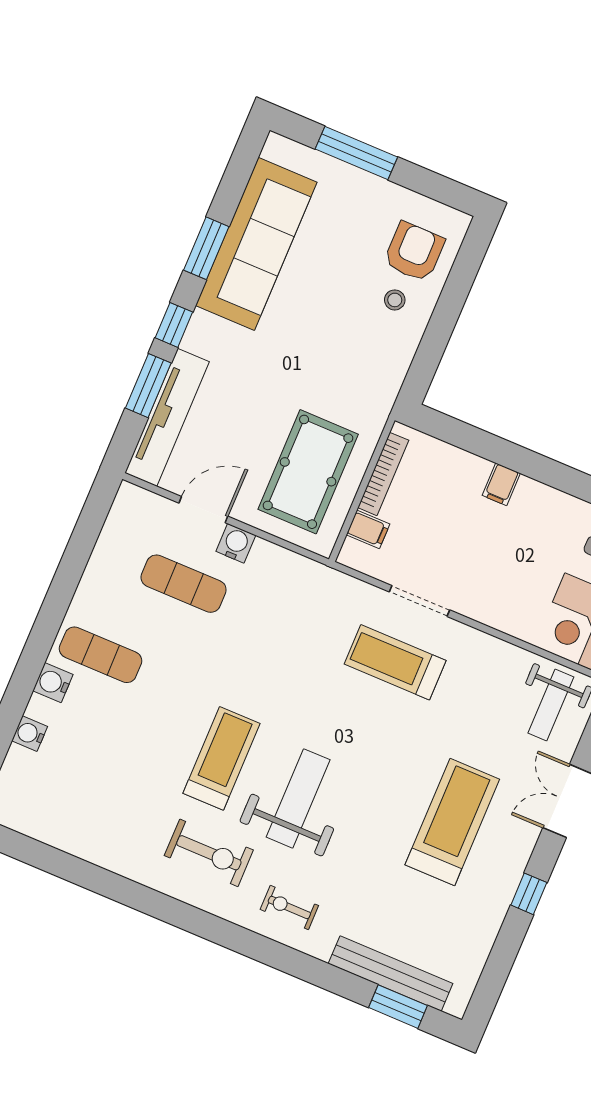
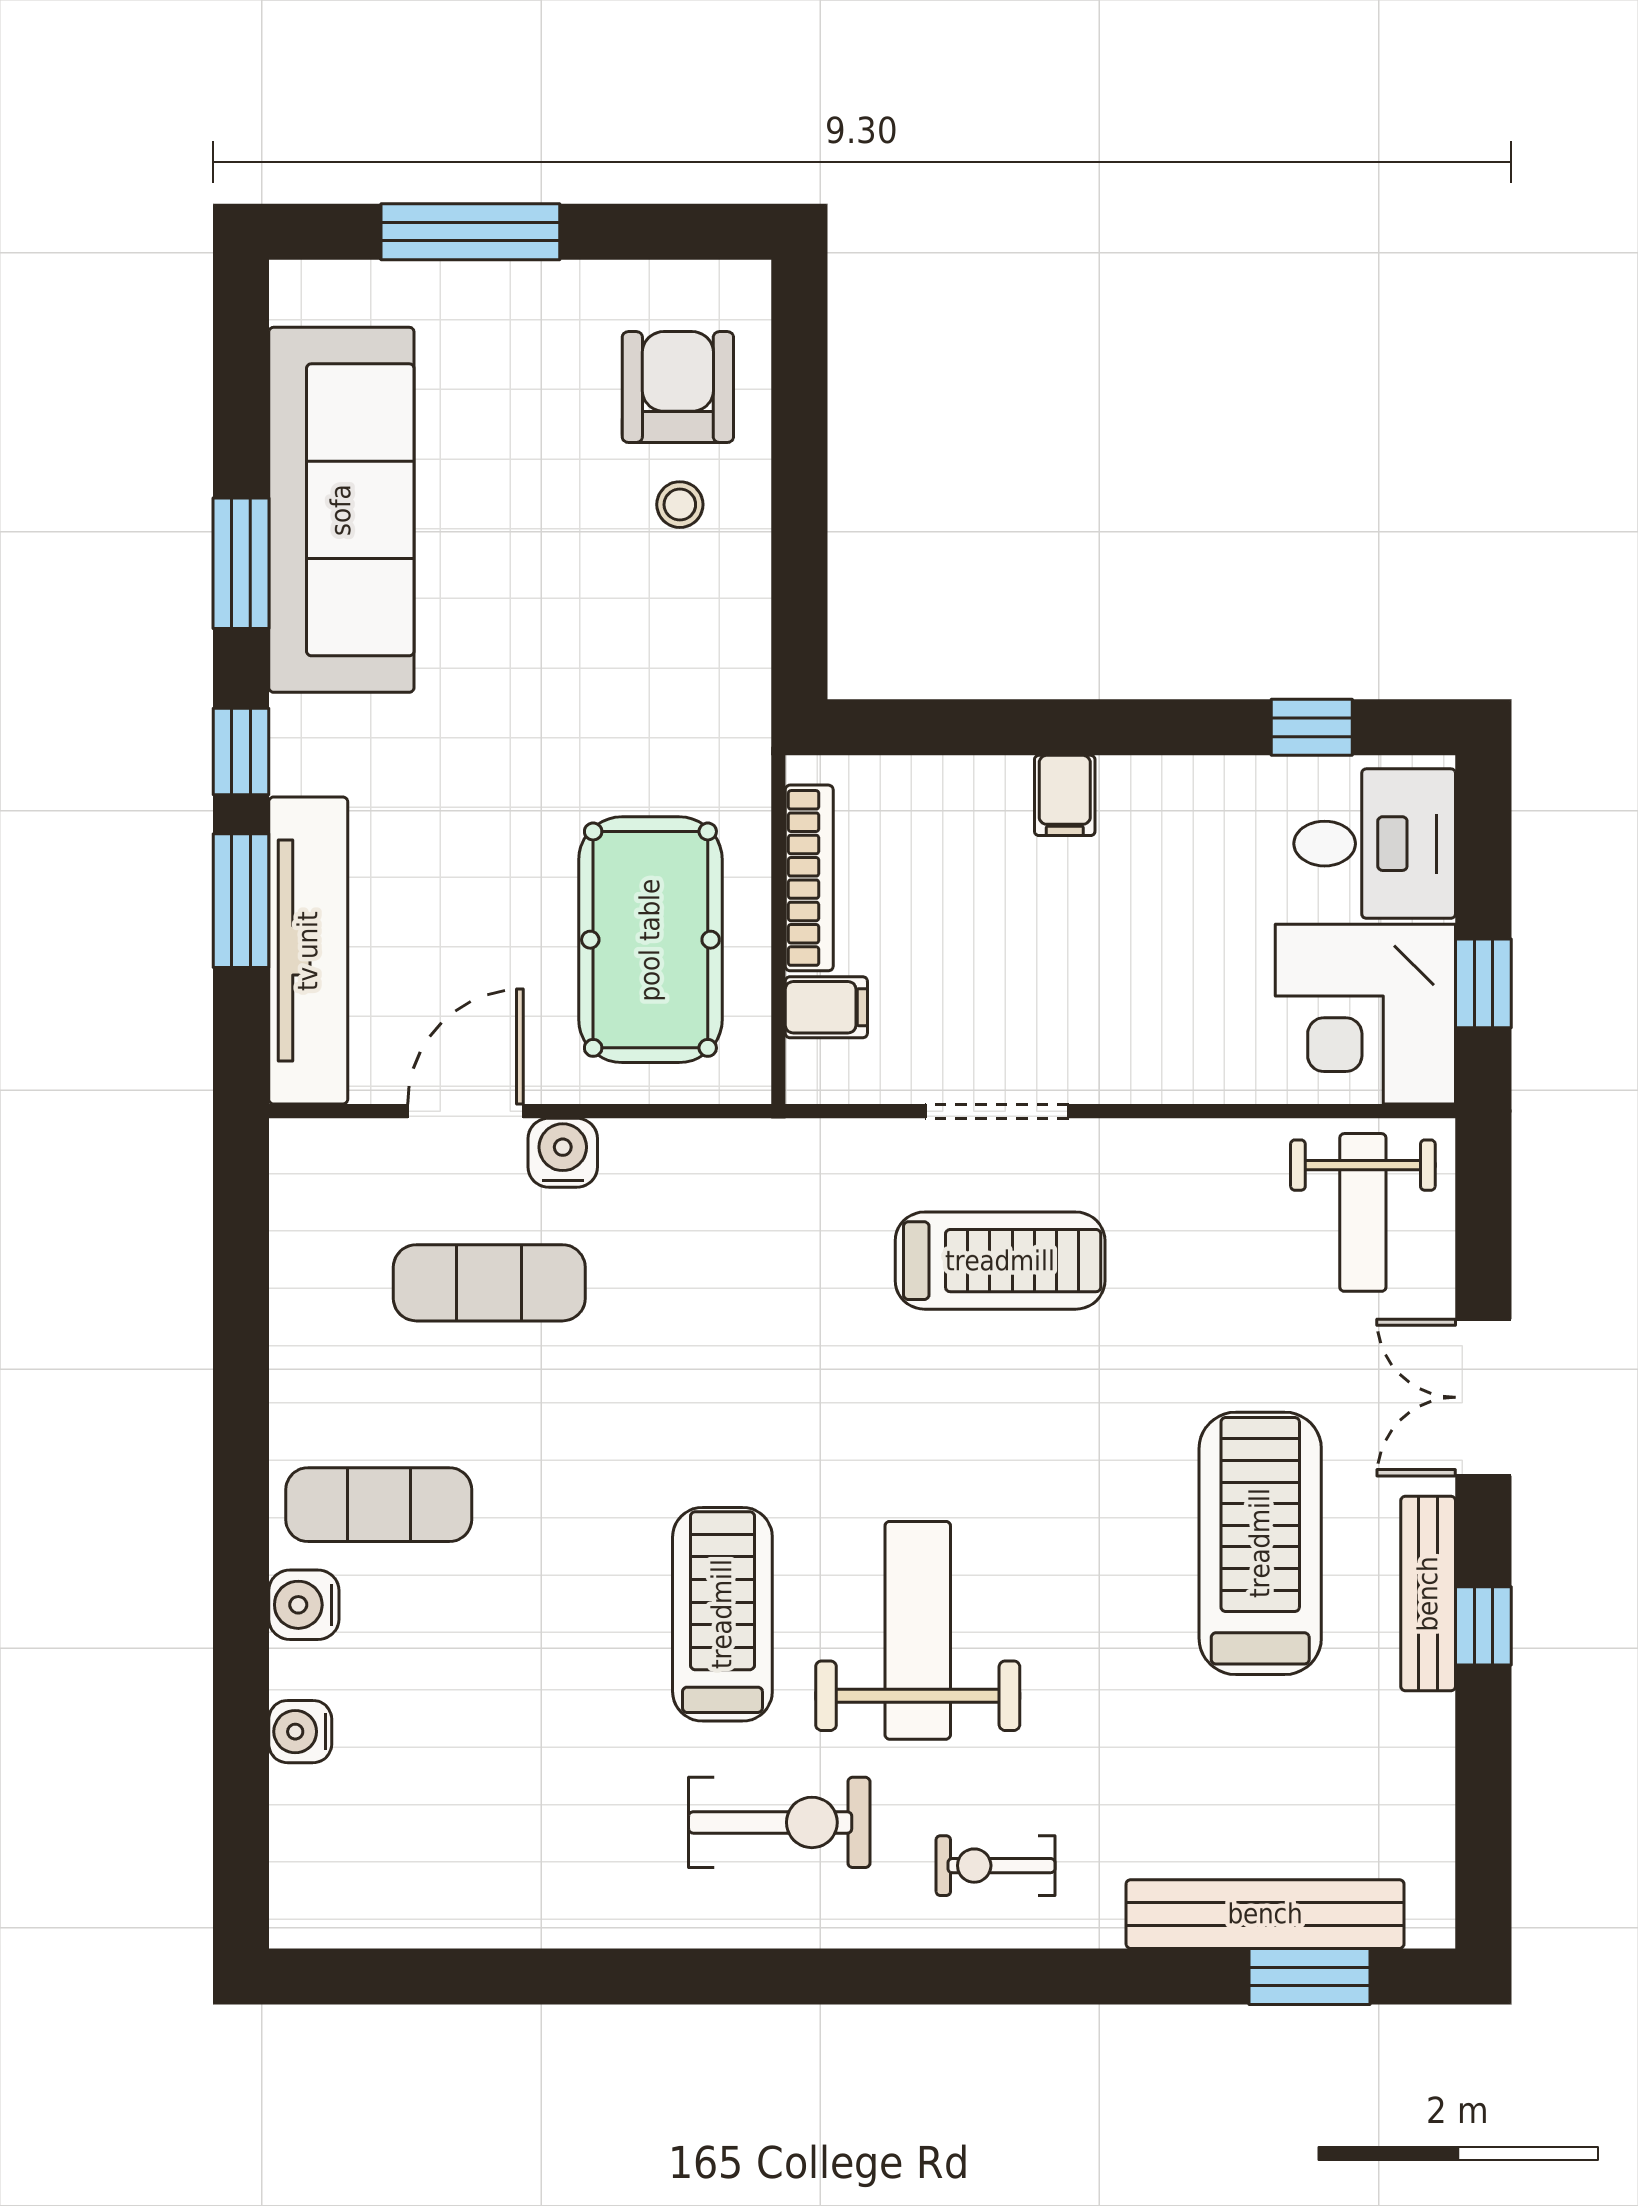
treadmill: (395, 662) -> (1000, 1261), turned 180
bench: (512, 871) -> (1428, 1594), added

